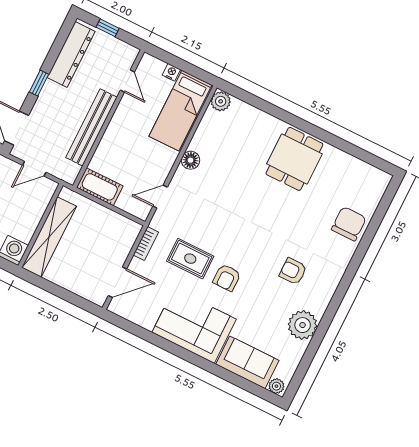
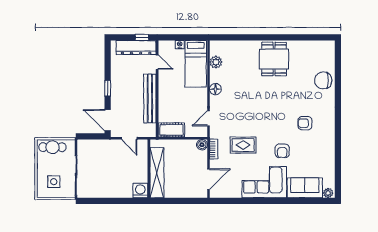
window: (108, 28) -> (142, 37), moved
dresser: (71, 54) -> (136, 48), moved, turned 90
plant: (221, 101) -> (216, 62), moved
door: (34, 169) -> (129, 138), hinge flipped
chair: (349, 224) -> (323, 80), turned -90
boiler: (132, 229) -> (202, 145), added
armchair: (227, 278) -> (282, 151), moved
plant: (303, 325) -> (326, 151), removed

